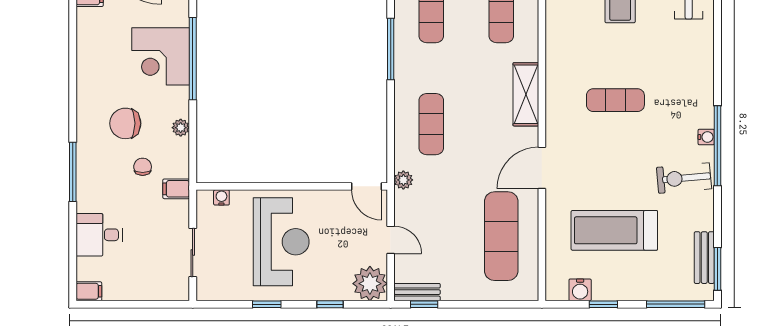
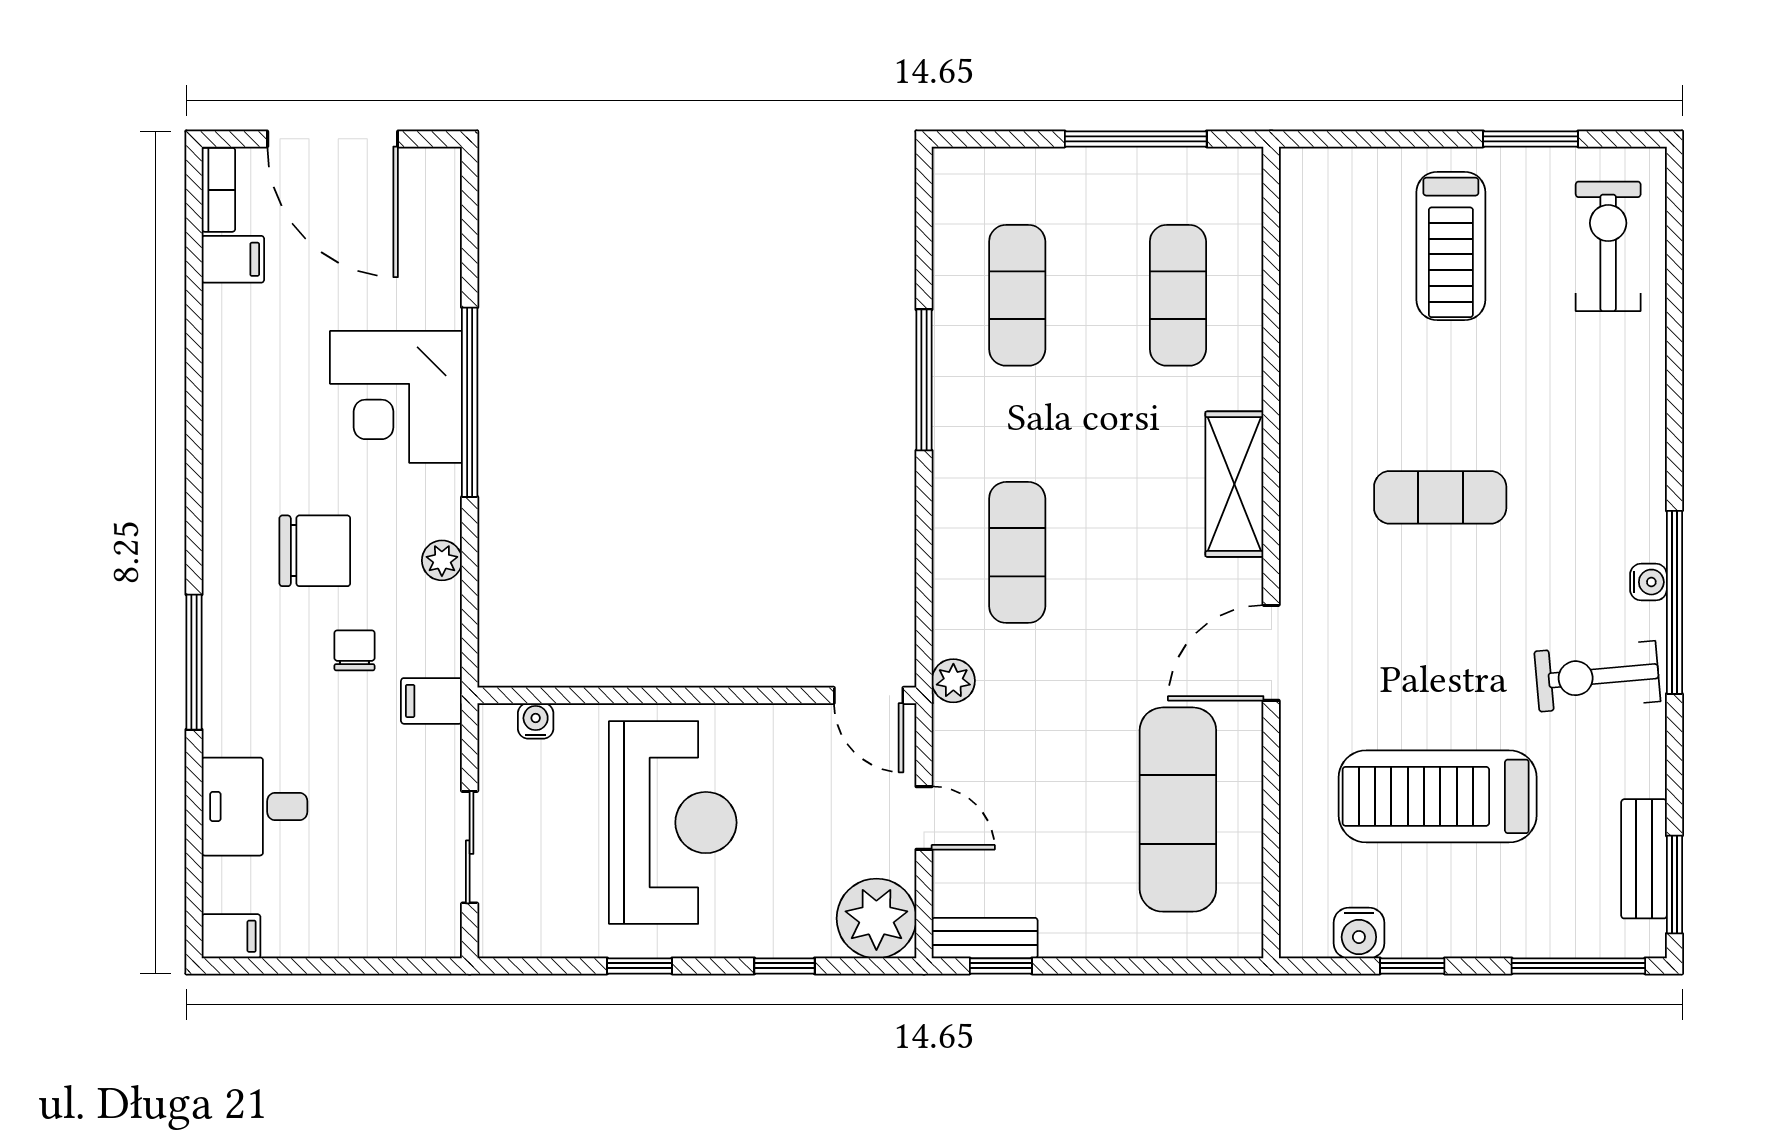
chair: (125, 123) -> (315, 551), turned 180

